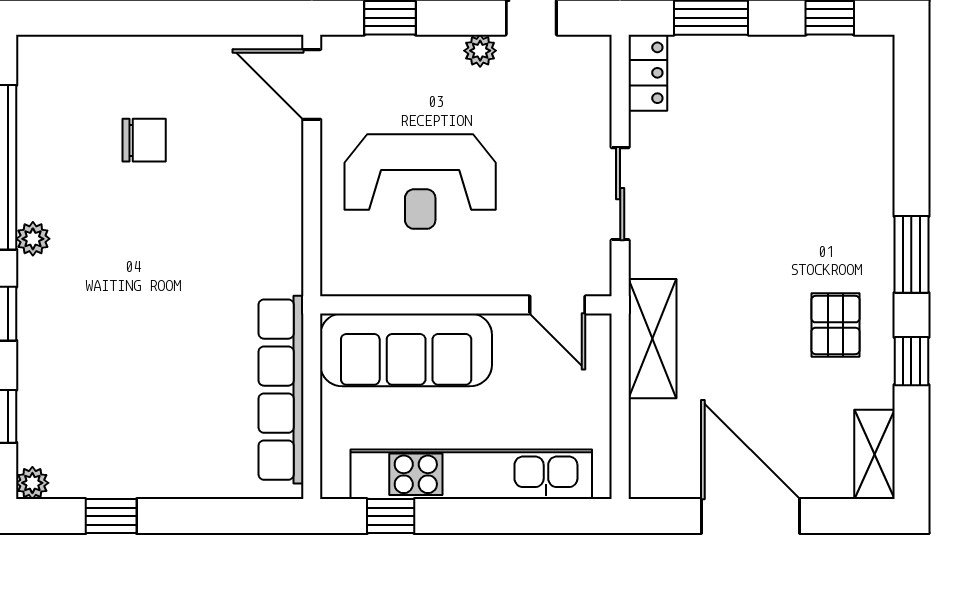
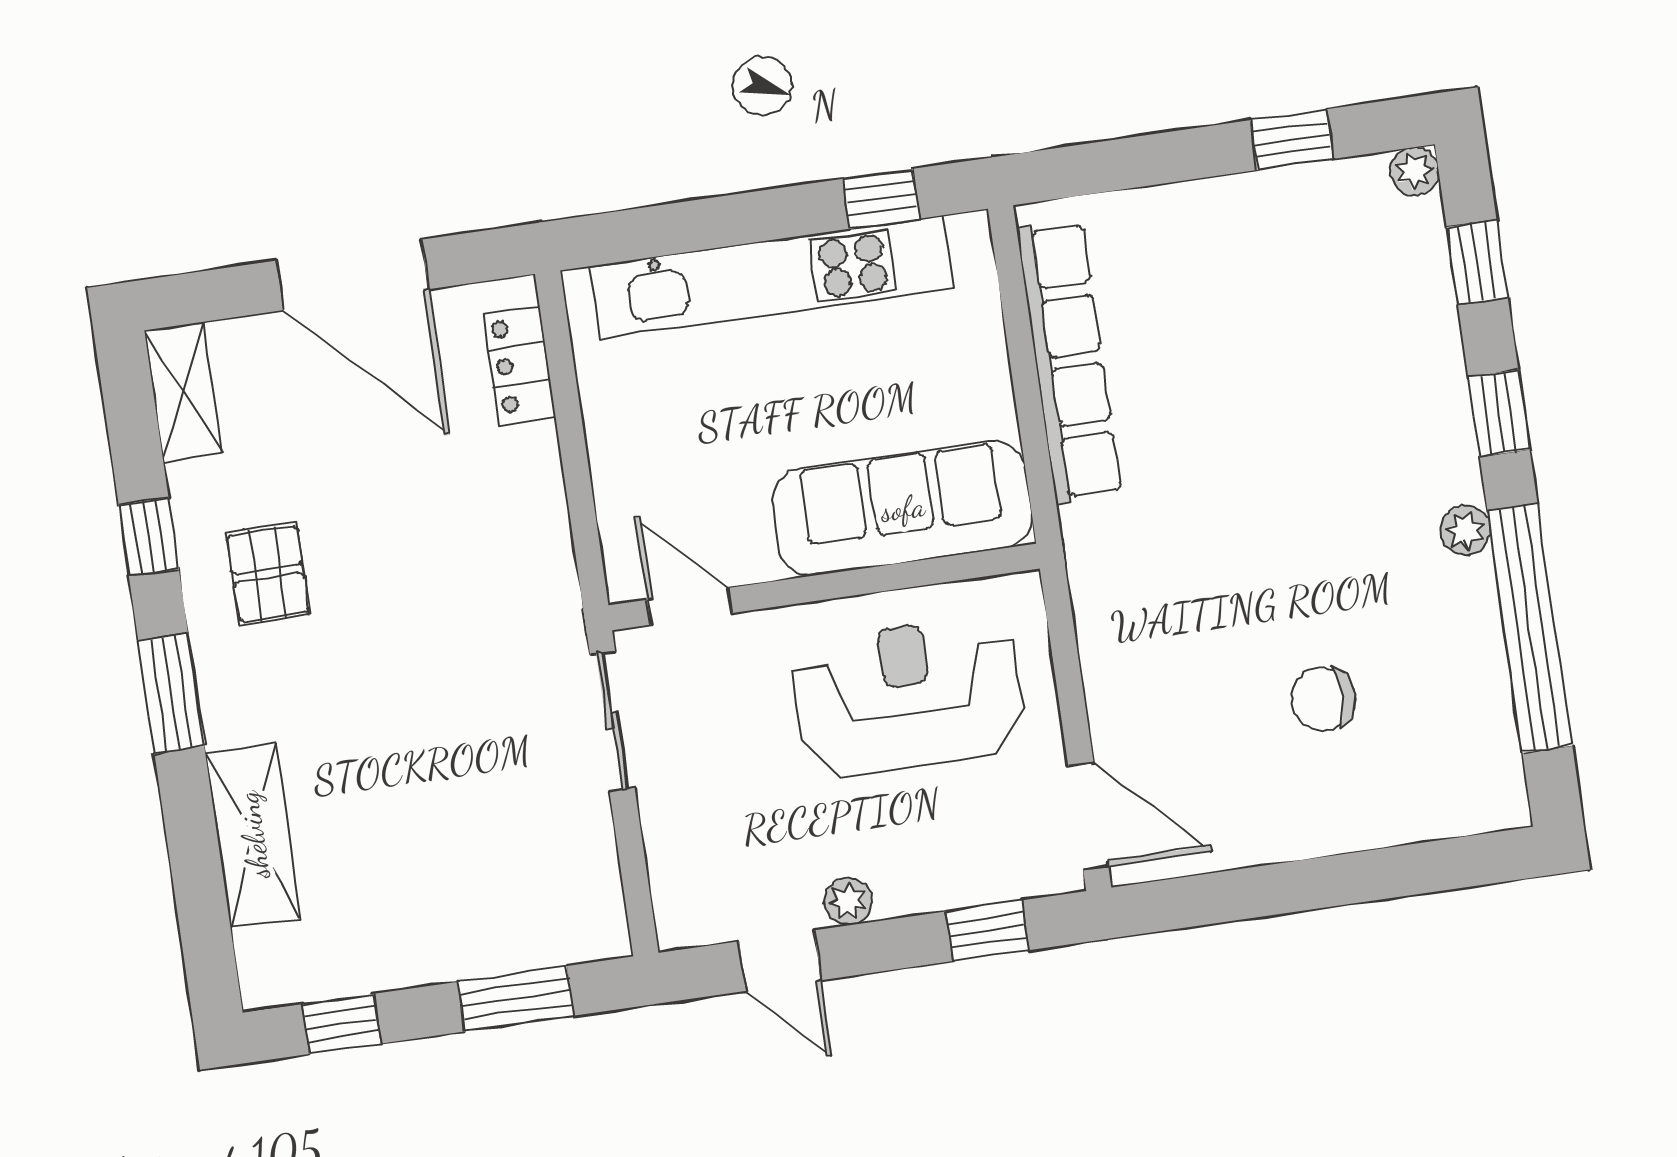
locker: (648, 73) -> (519, 365), moved
wall: (466, 305) -> (824, 587), moved
door: (557, 305) -> (690, 606), moved
shelving: (652, 339) -> (253, 835), moved
sofa: (406, 350) -> (903, 508), moved

